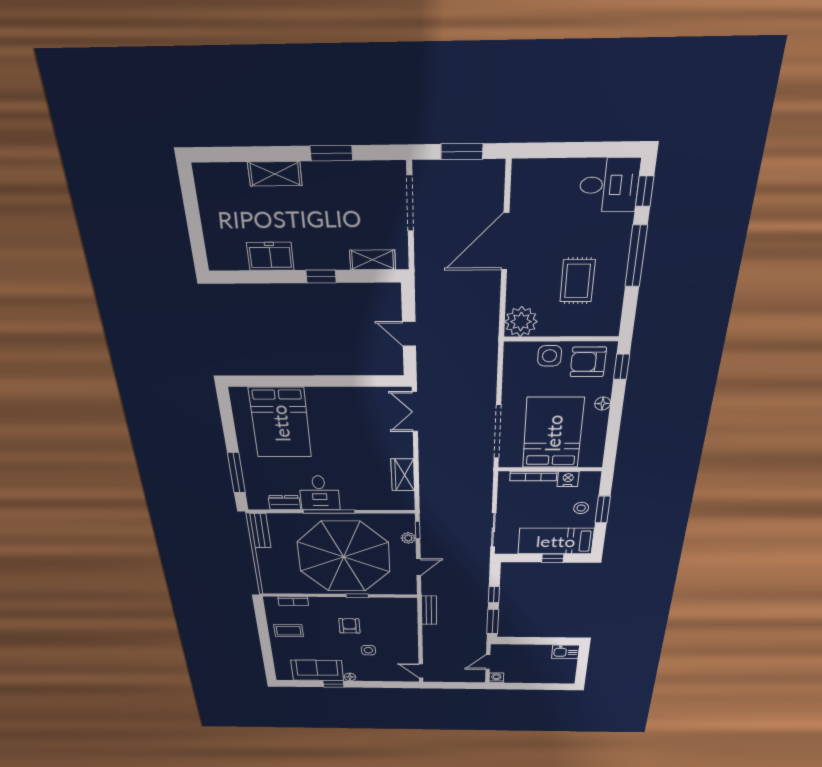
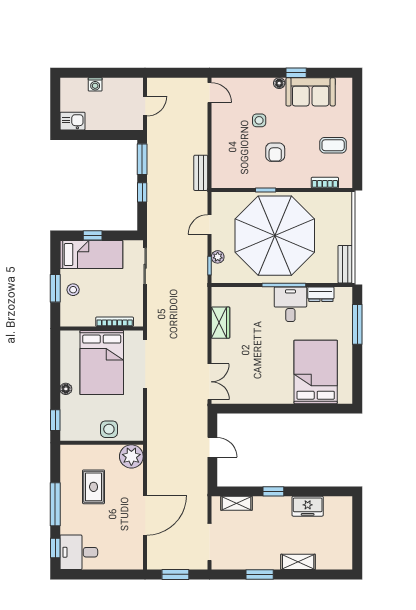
armchair: (588, 362) -> (80, 424), removed
nightstand: (568, 479) -> (86, 319), removed
washing machine: (496, 678) -> (95, 84), moved

